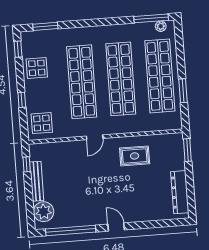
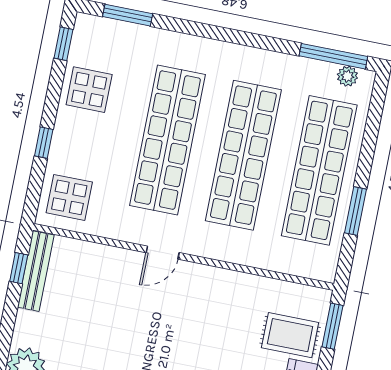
rug: (135, 156) -> (290, 335), moved
bench: (37, 181) -> (36, 271), moved

